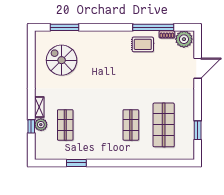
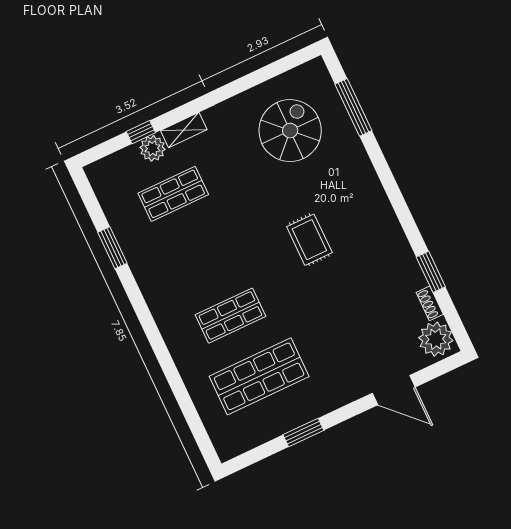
window: (153, 27) -> (431, 272), width x0.47
rug: (143, 44) -> (309, 240), moved
window: (198, 130) -> (303, 433), moved

